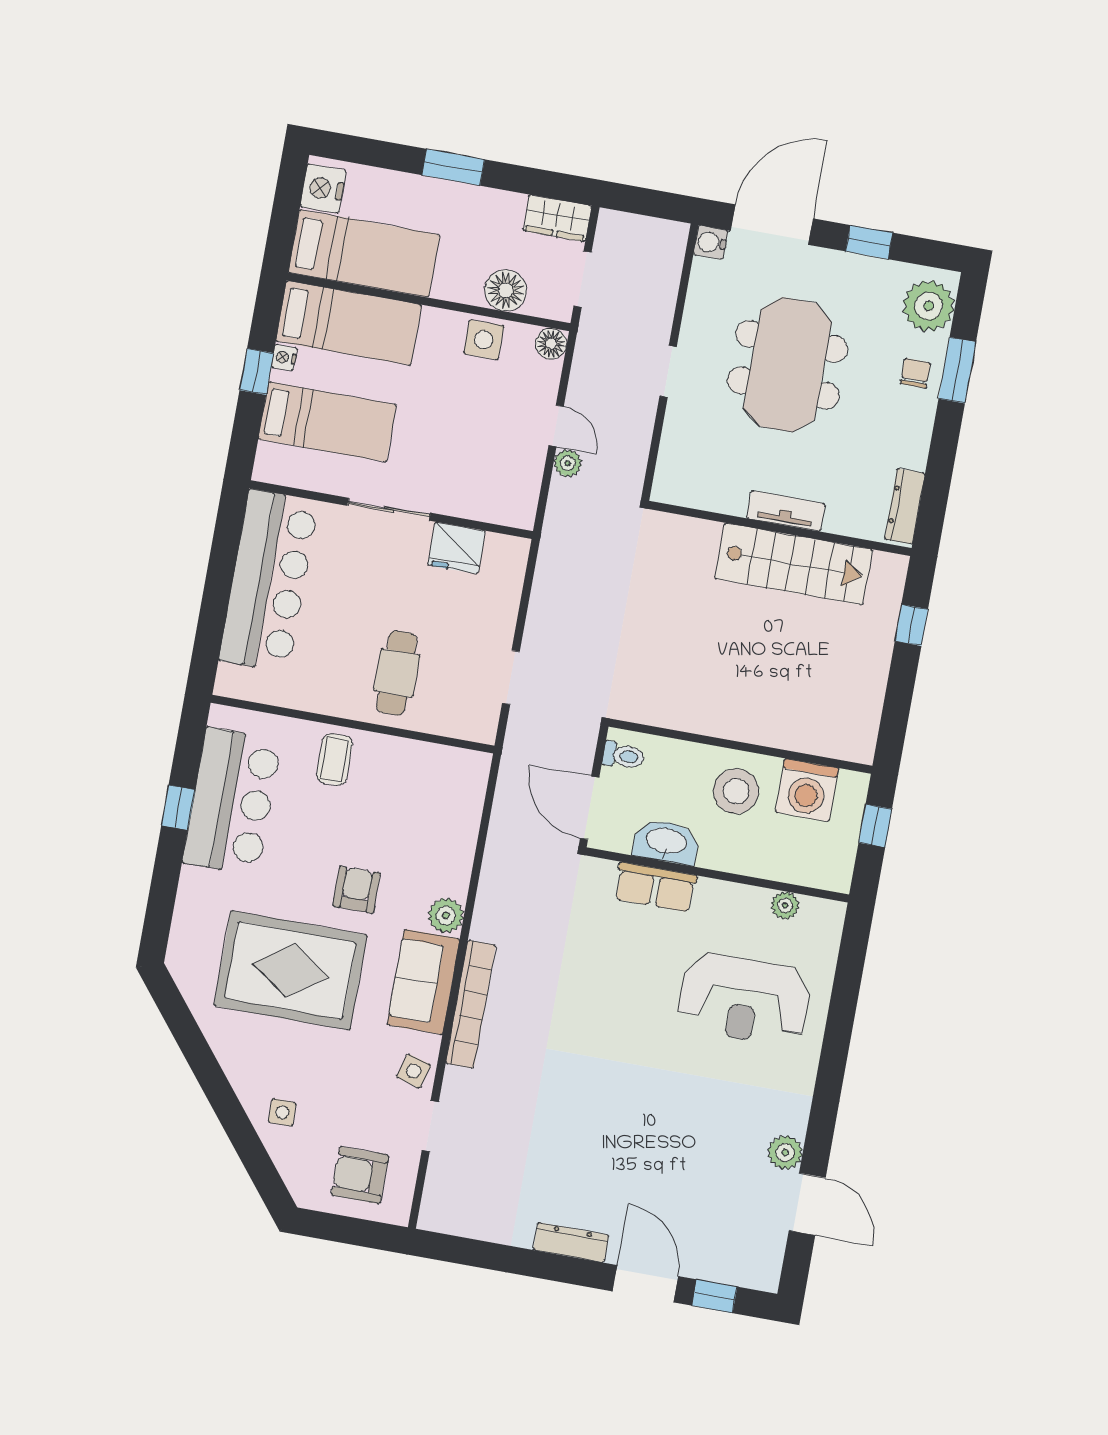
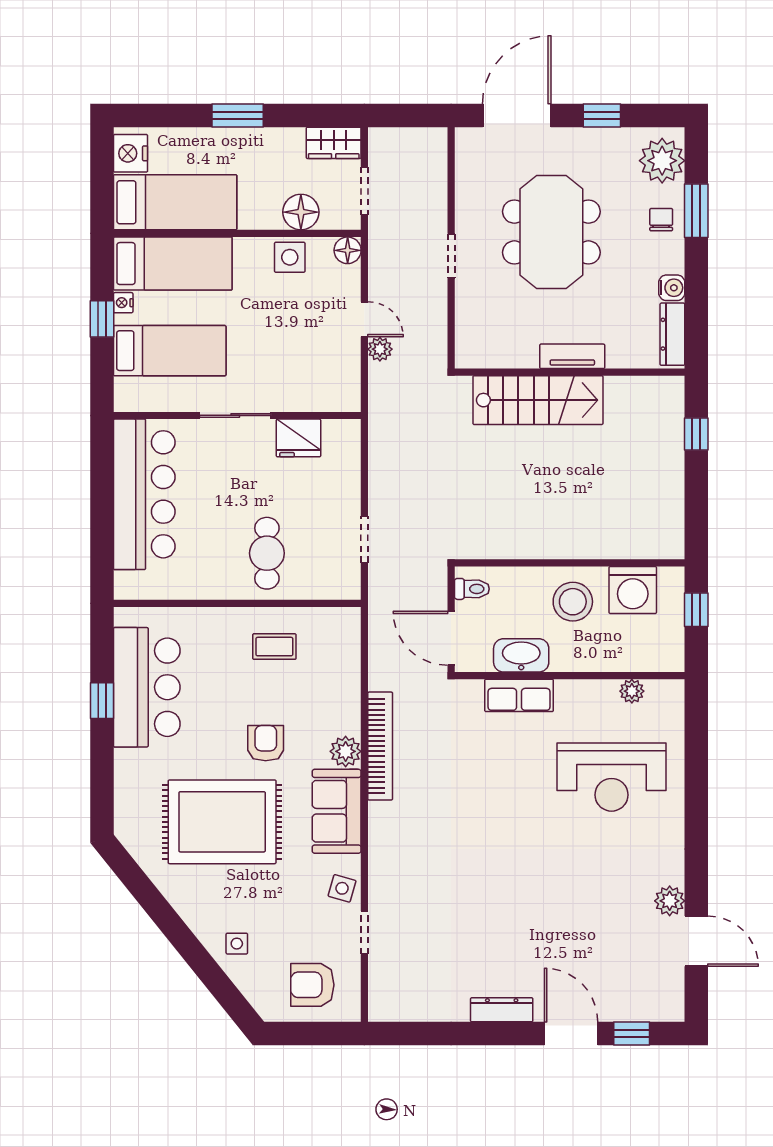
water cooler: (711, 242) -> (672, 288), moved, turned 180
stairs: (794, 564) -> (538, 400), moved
coffee table: (335, 759) -> (274, 647), moved, turned 90
bookcase: (471, 1004) -> (380, 746), moved

